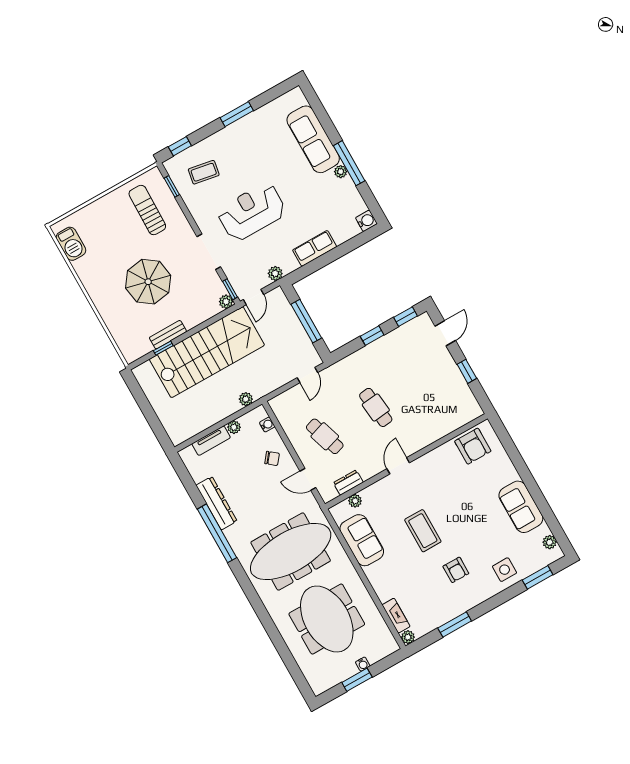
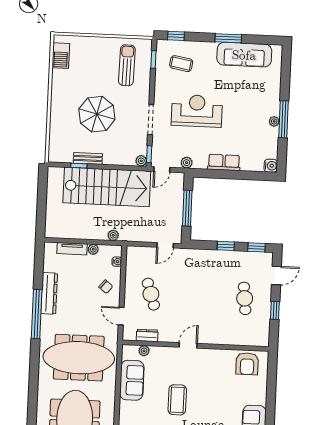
sofa: (313, 139) -> (244, 55), moved, turned -90
cafe table: (376, 407) -> (245, 298), moved

